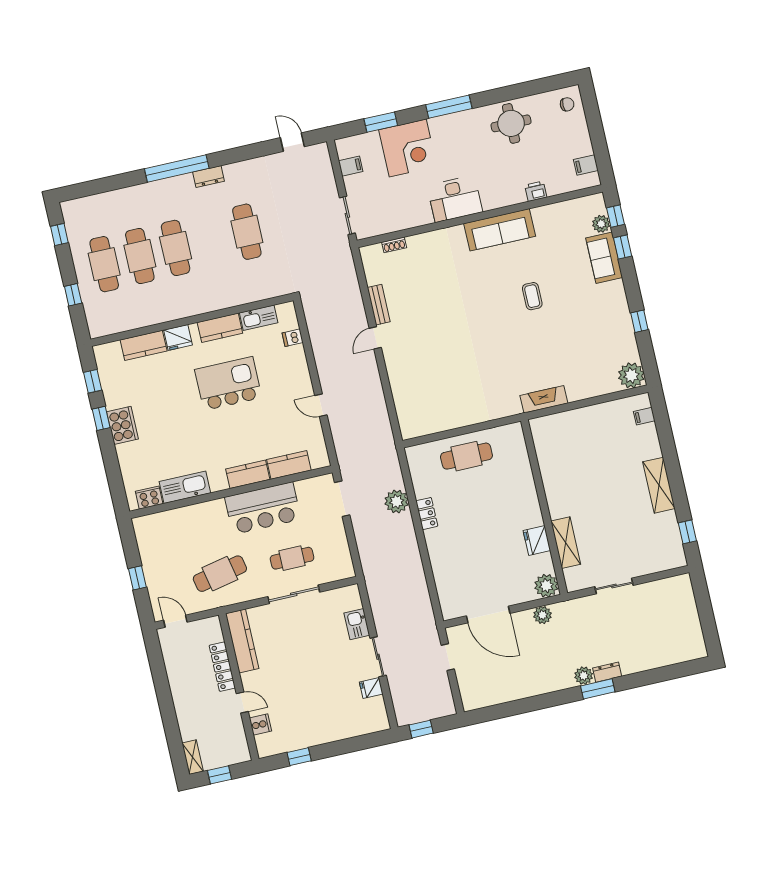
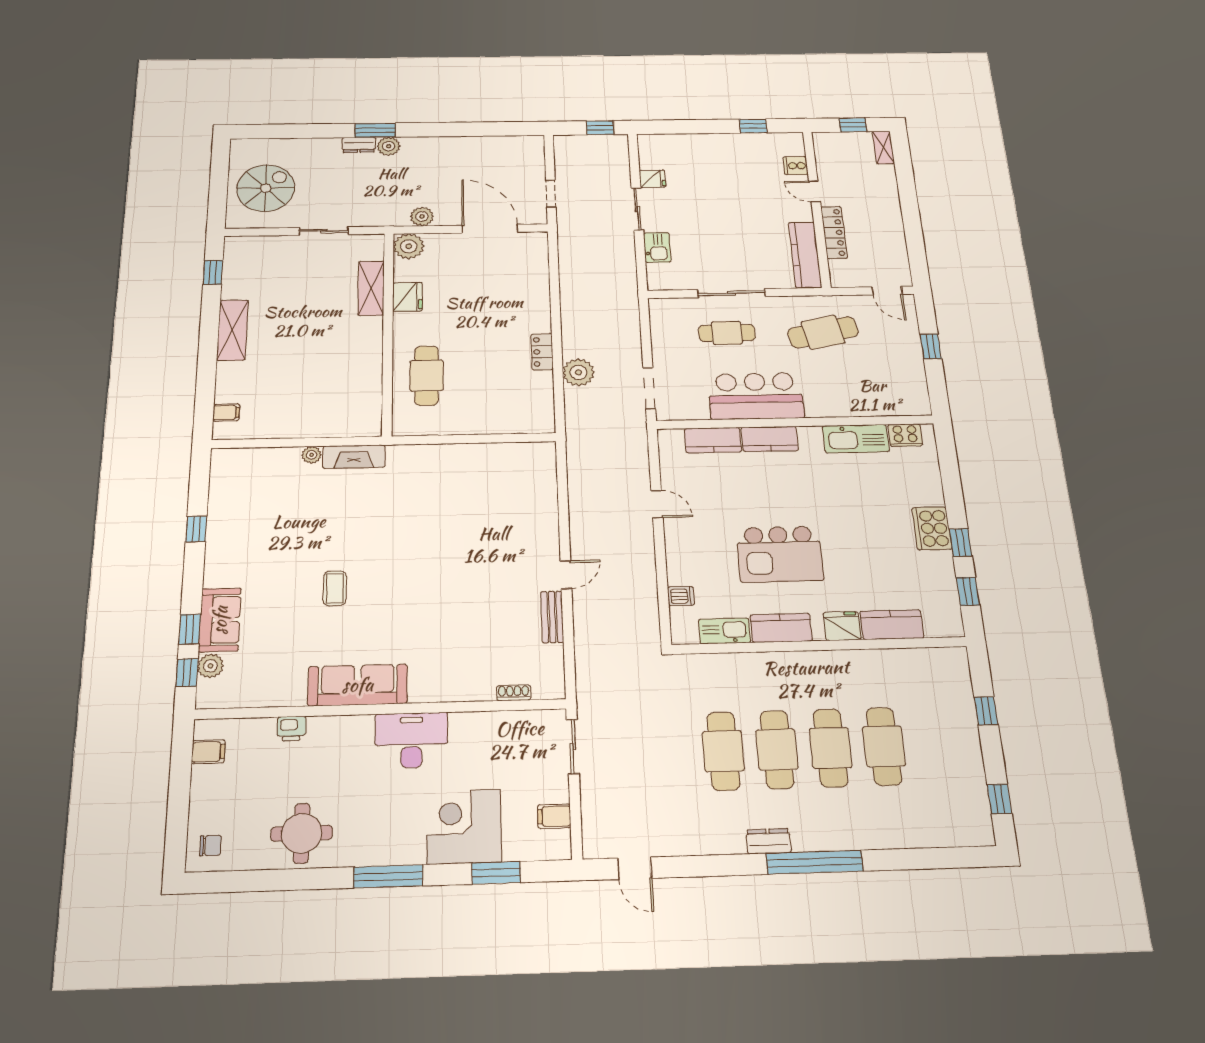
chair: (567, 104) -> (210, 846), turned 180
cafe table: (104, 264) -> (777, 749), moved
plant: (631, 375) -> (312, 455), moved, width x0.53, depth x0.53
cafe table: (466, 456) -> (427, 376), moved, turned 90
spiral stairs: (668, 616) -> (266, 188), added

